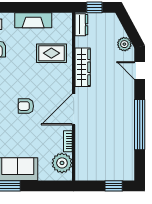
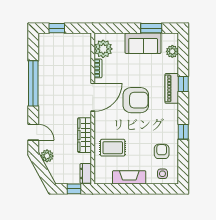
armchair: (26, 106) -> (136, 100), width x1.88, depth x1.88

